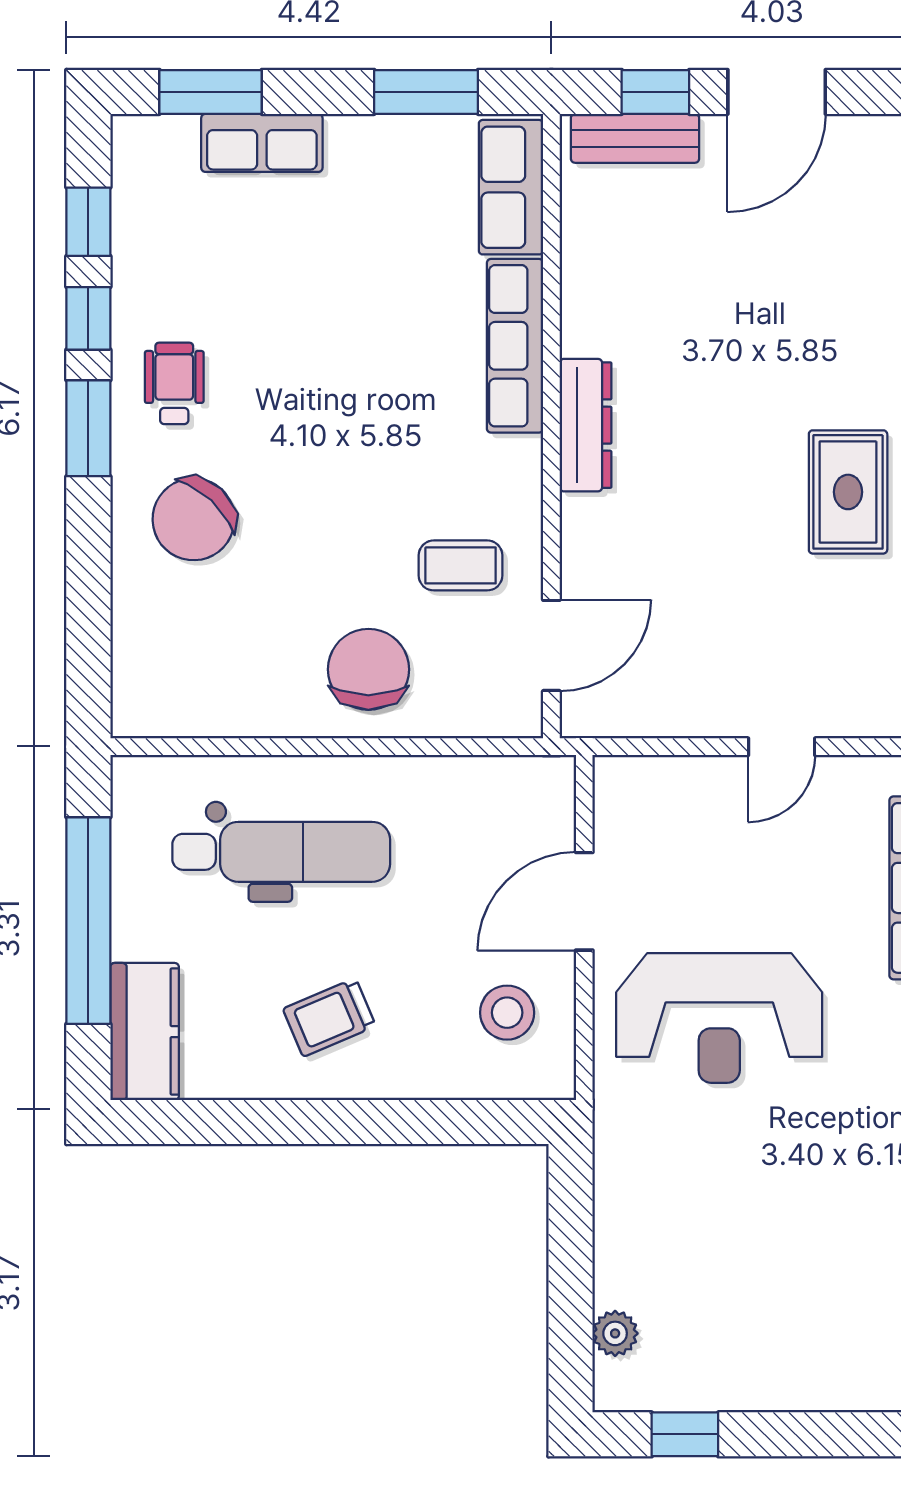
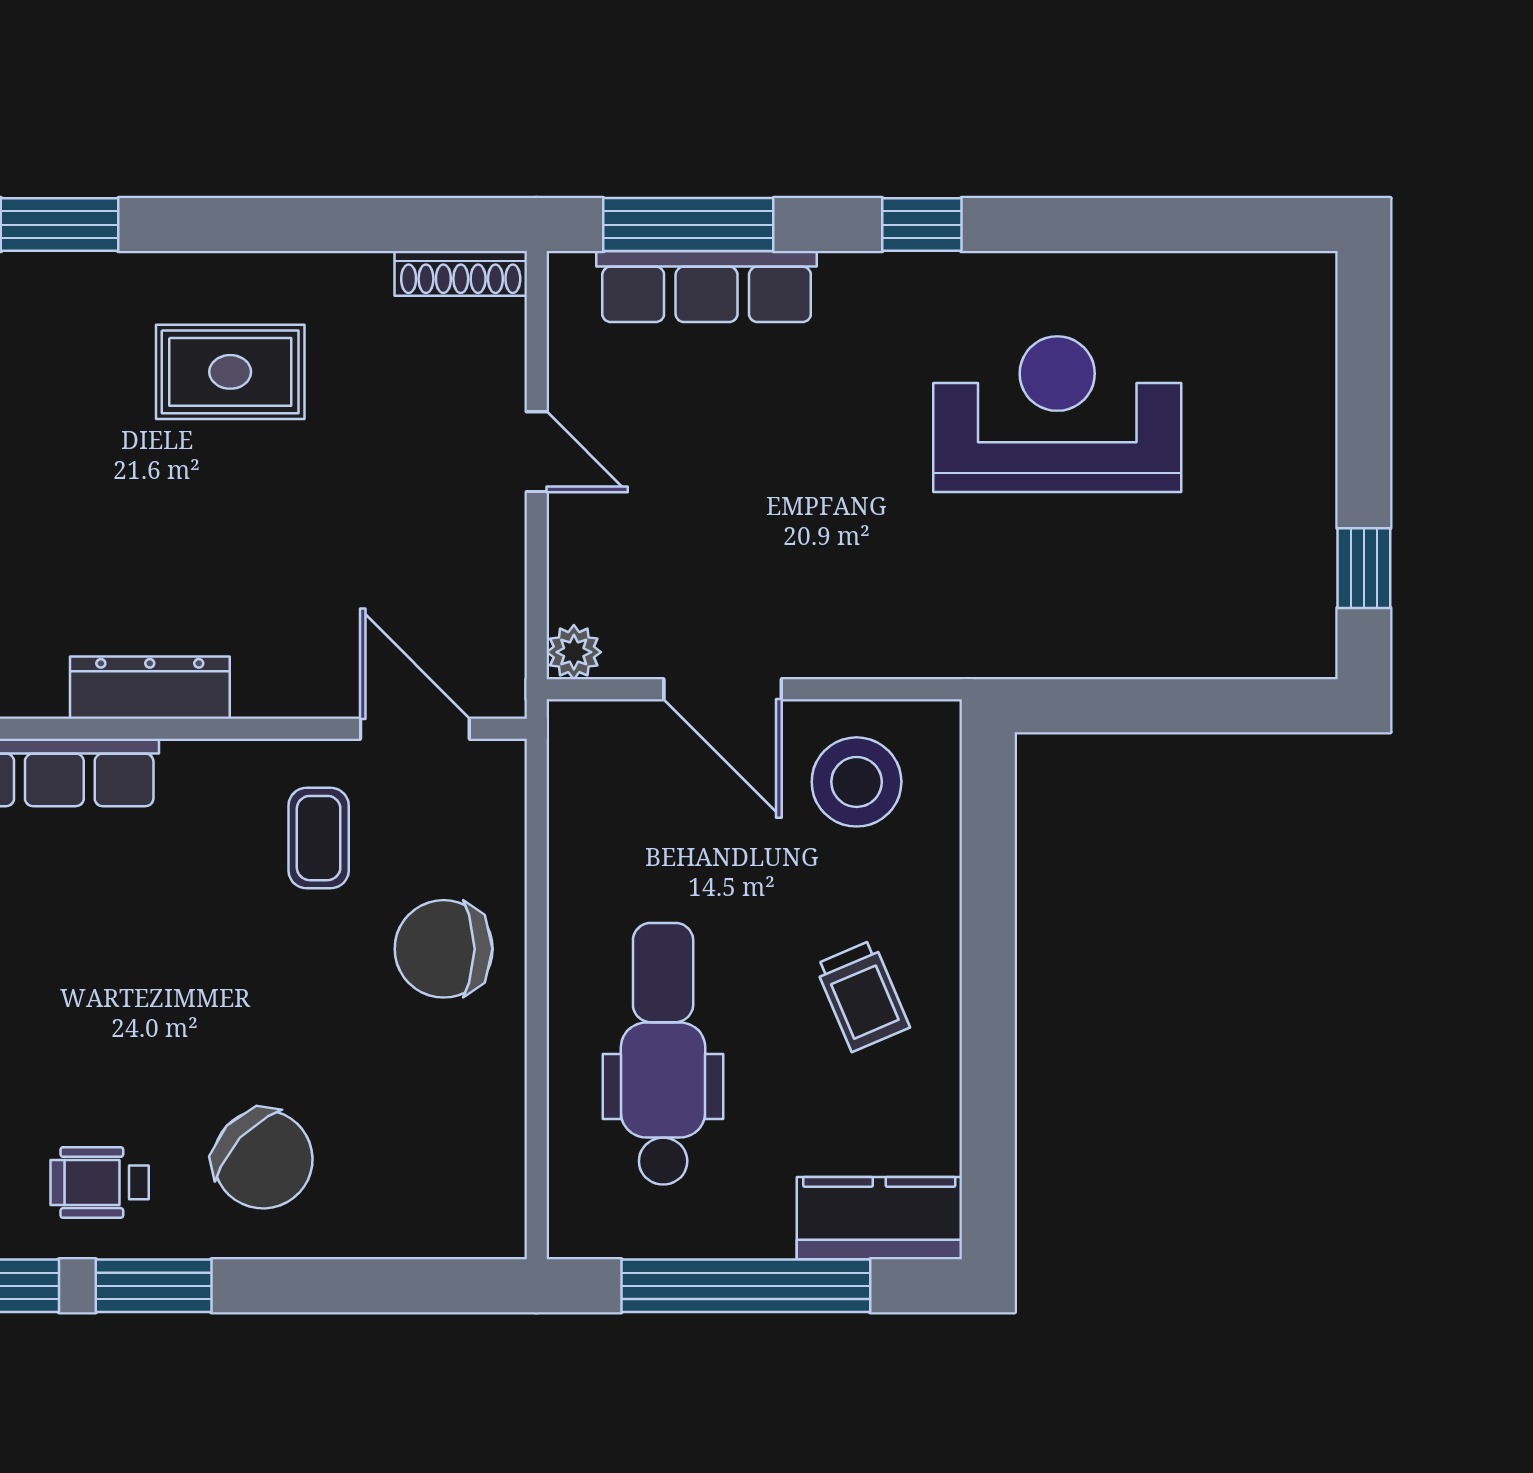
stool: (507, 1013) -> (857, 782), width x1.38, depth x1.38
reception desk: (719, 1018) -> (1057, 414), moved, turned -90
plant: (615, 1333) -> (574, 652), moved

